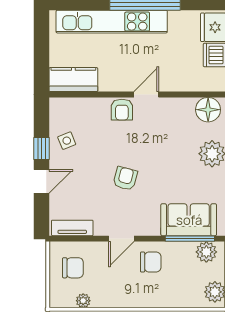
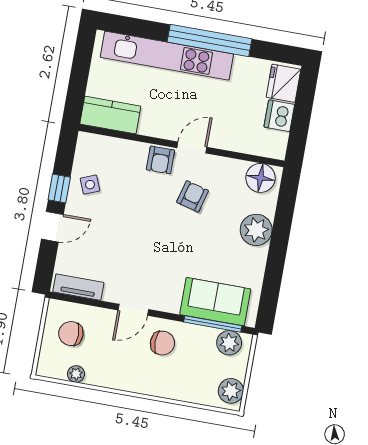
armchair: (125, 179) -> (193, 196), moved
chair: (73, 268) -> (71, 334), turned 180

